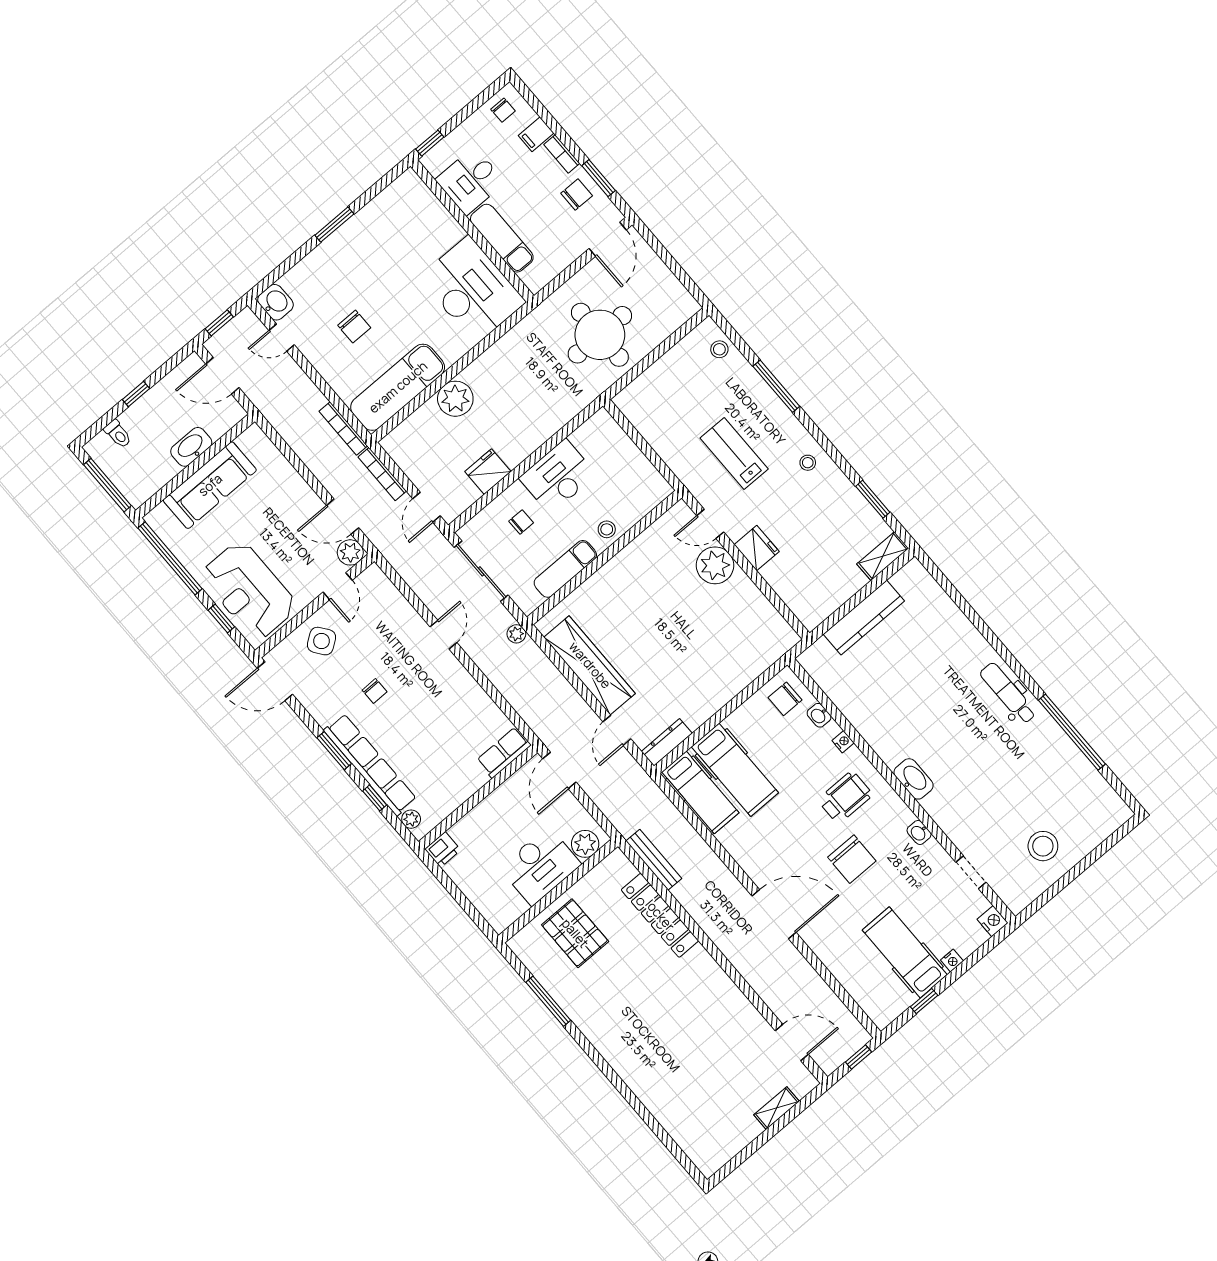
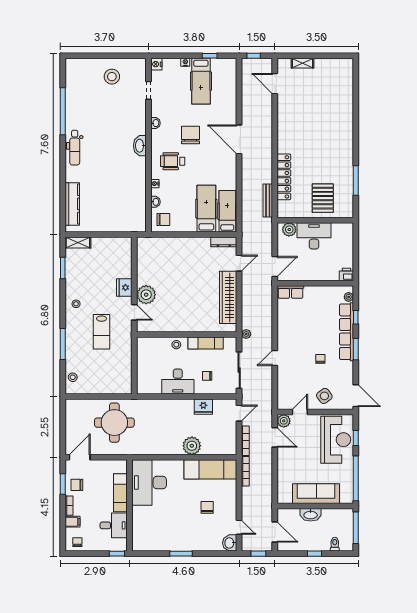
kitchen counter: (864, 618) -> (72, 204), moved, turned 90

